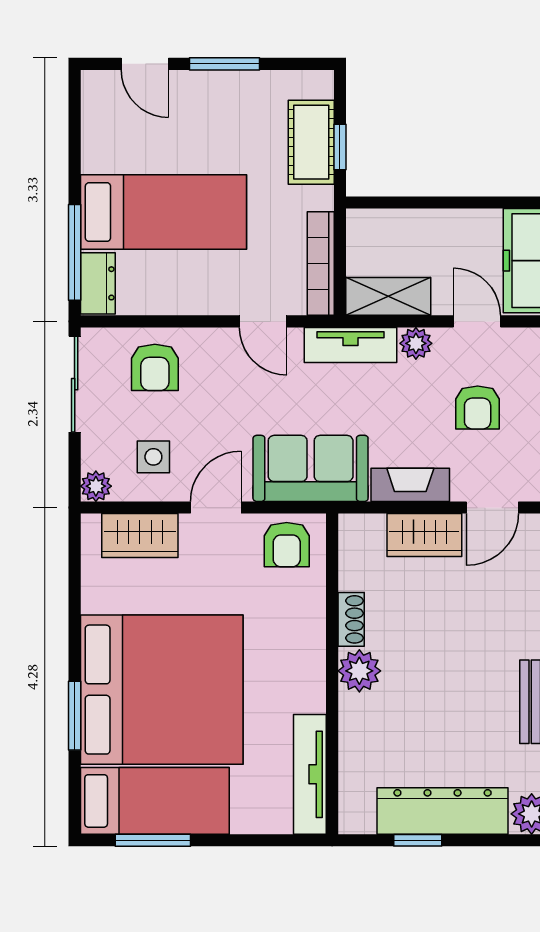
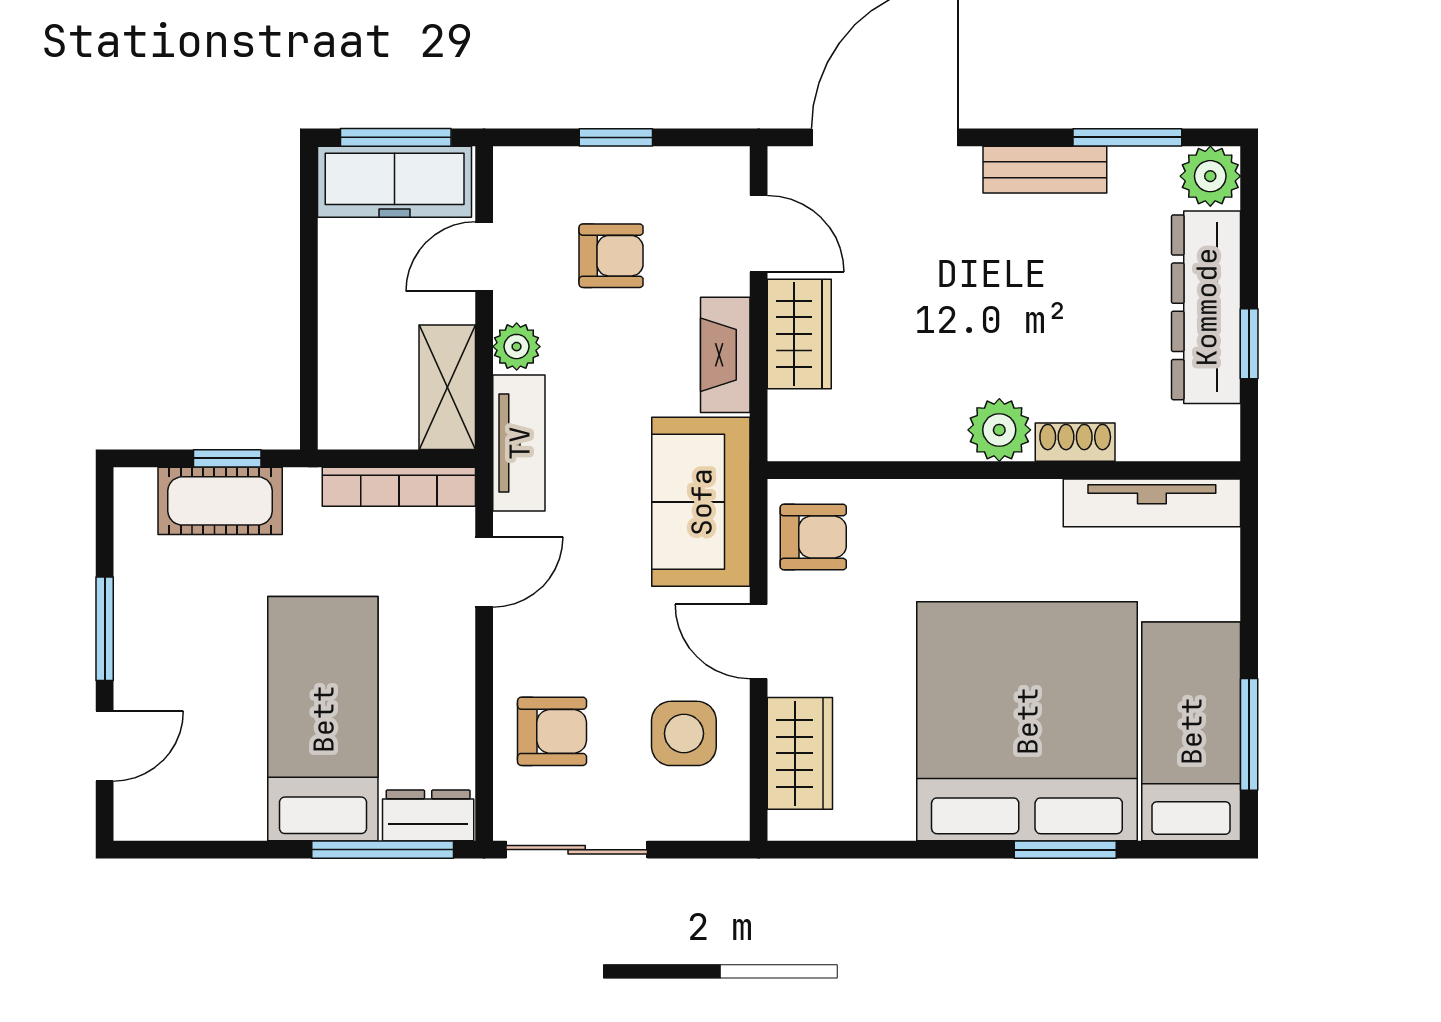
side table: (153, 457) -> (684, 733), width x1.37, depth x1.37
plant: (96, 486) -> (727, 818), removed
shoe rack: (351, 619) -> (1075, 442), moved

